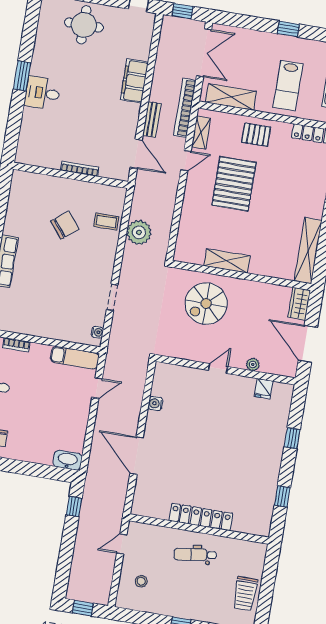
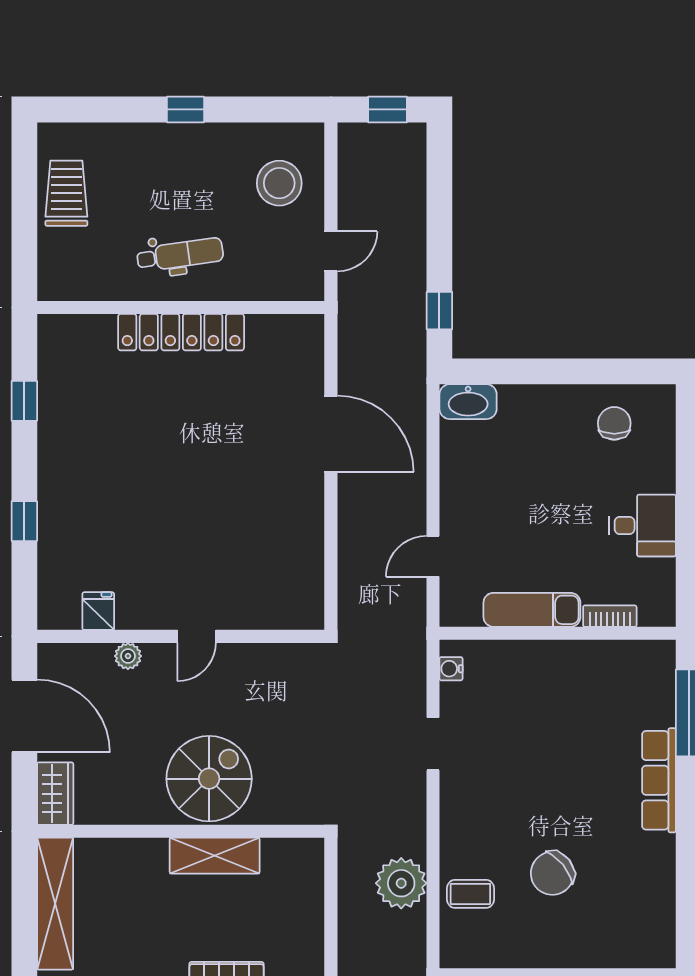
spiral stairs: (206, 304) -> (209, 779), moved
exam couch: (75, 358) -> (532, 610), moved
water cooler: (155, 403) -> (310, 545), removed
stool: (141, 581) -> (279, 183), width x1.89, depth x1.89

